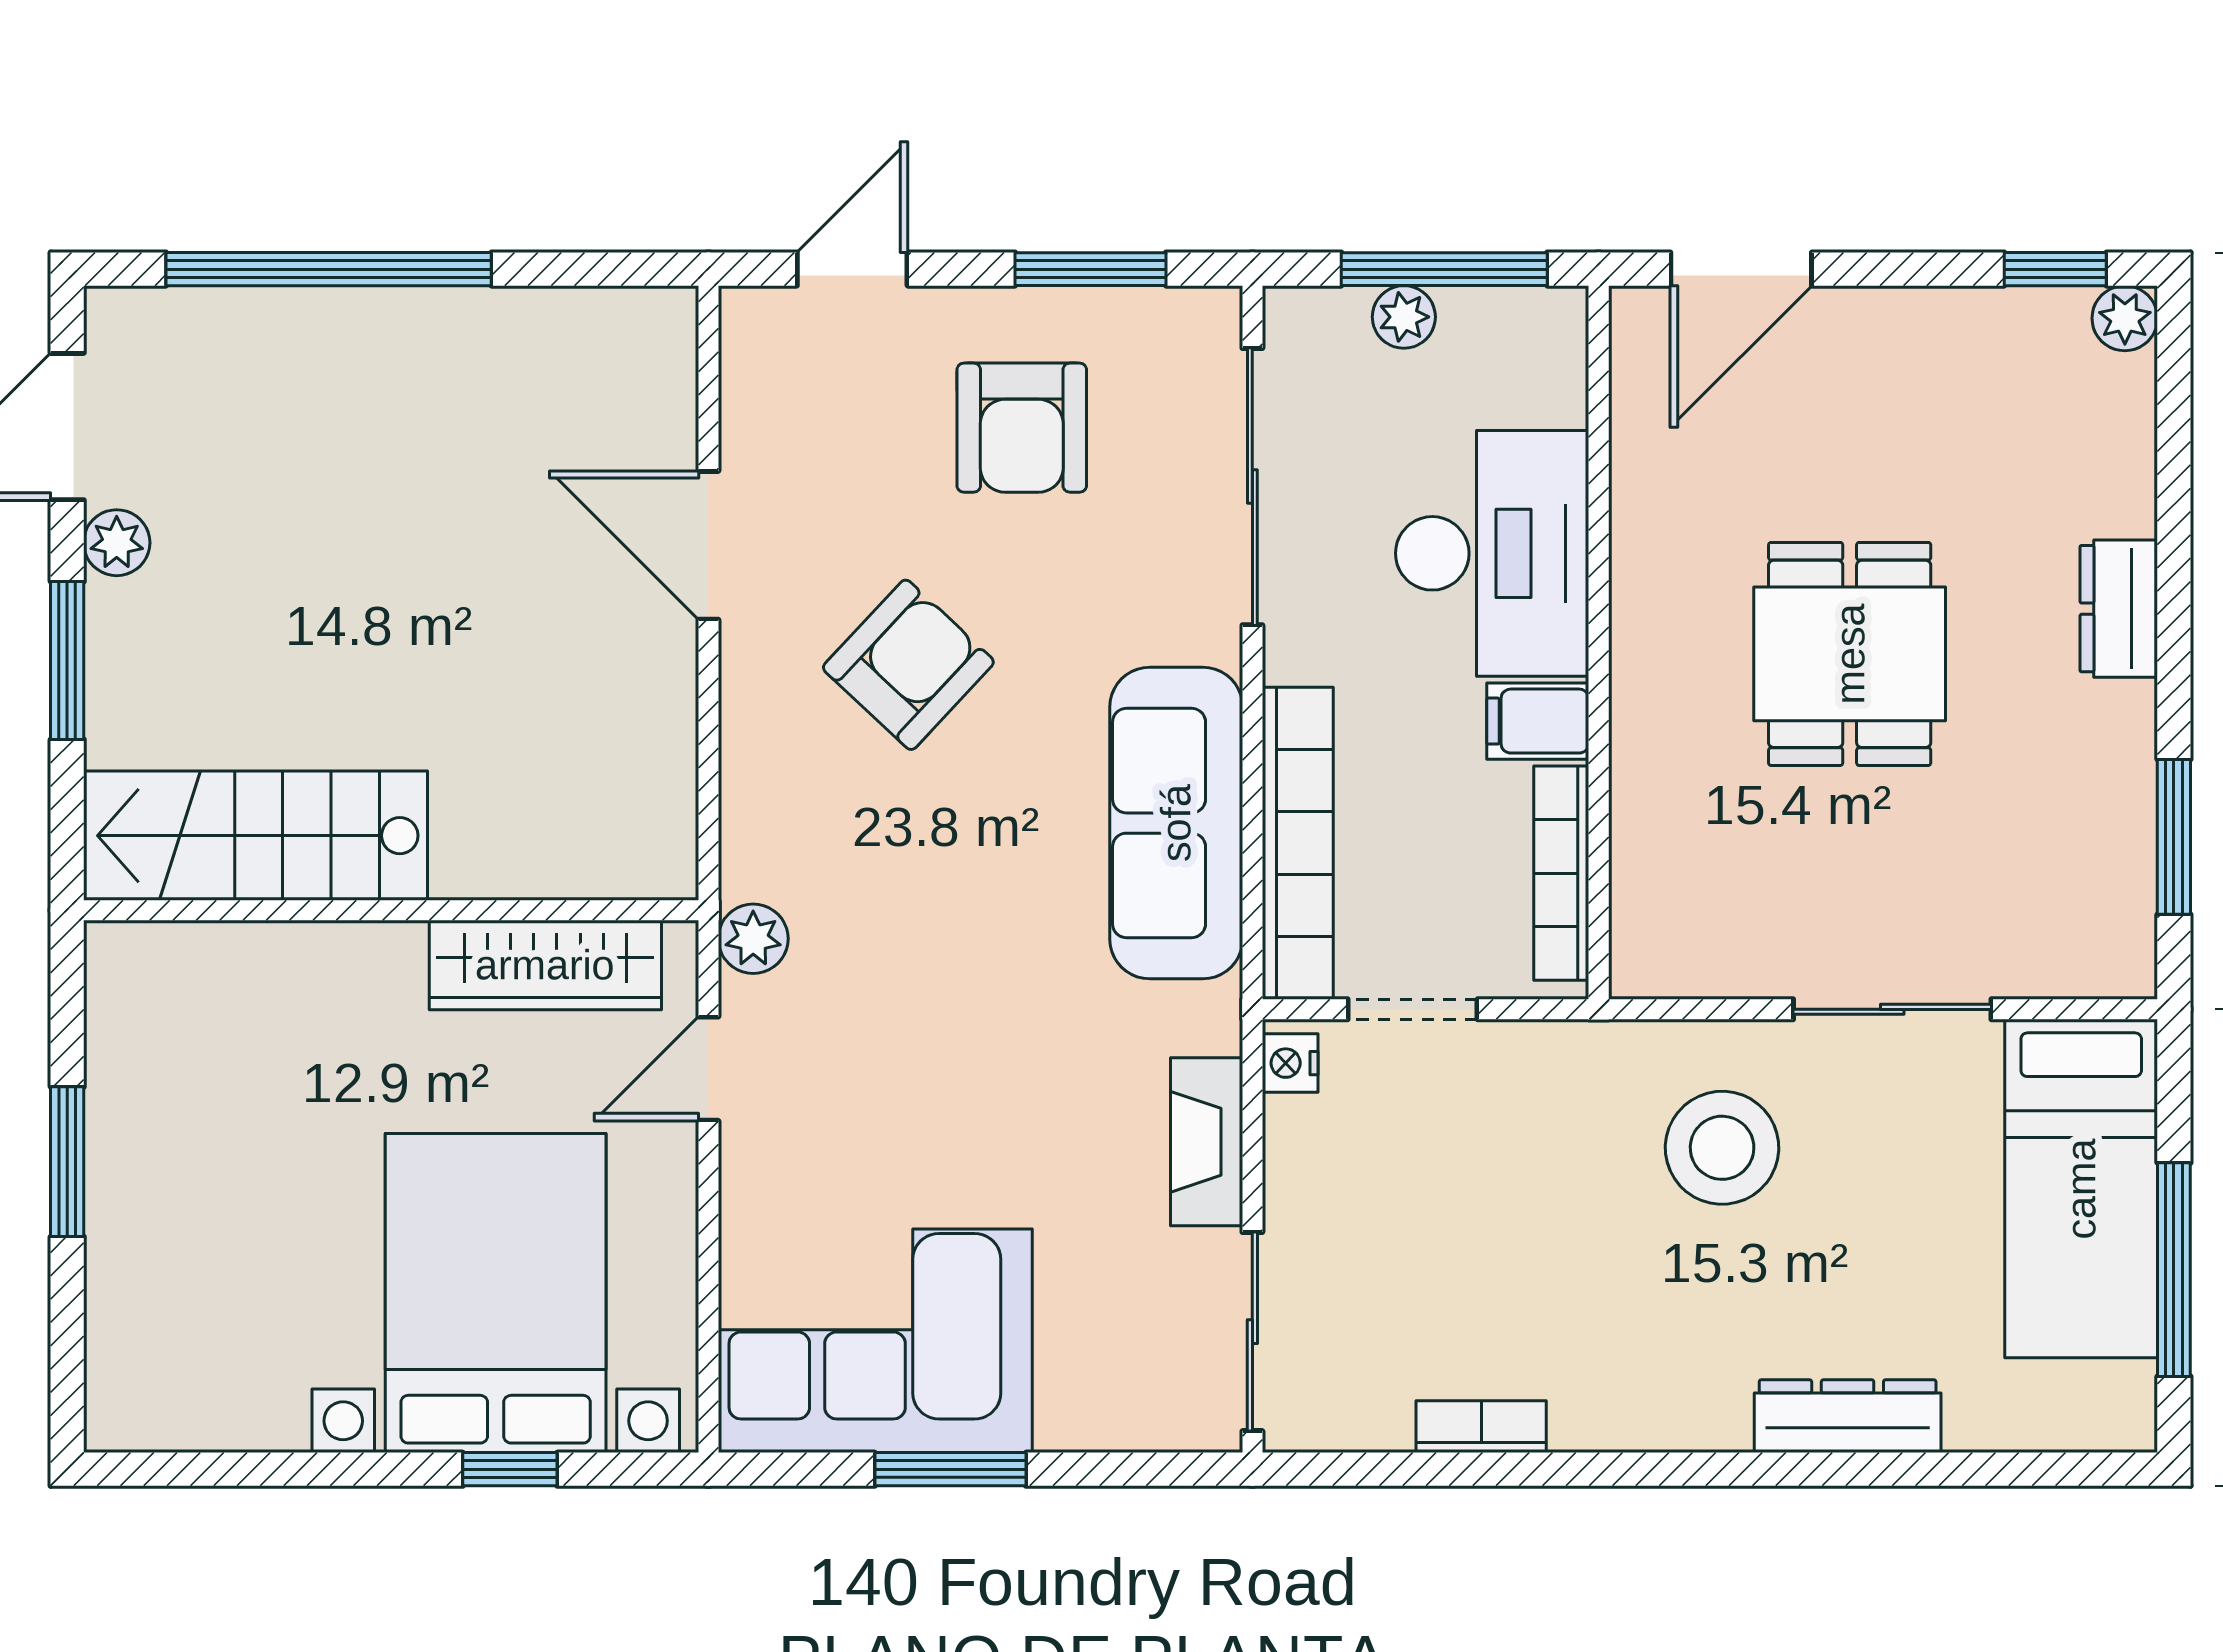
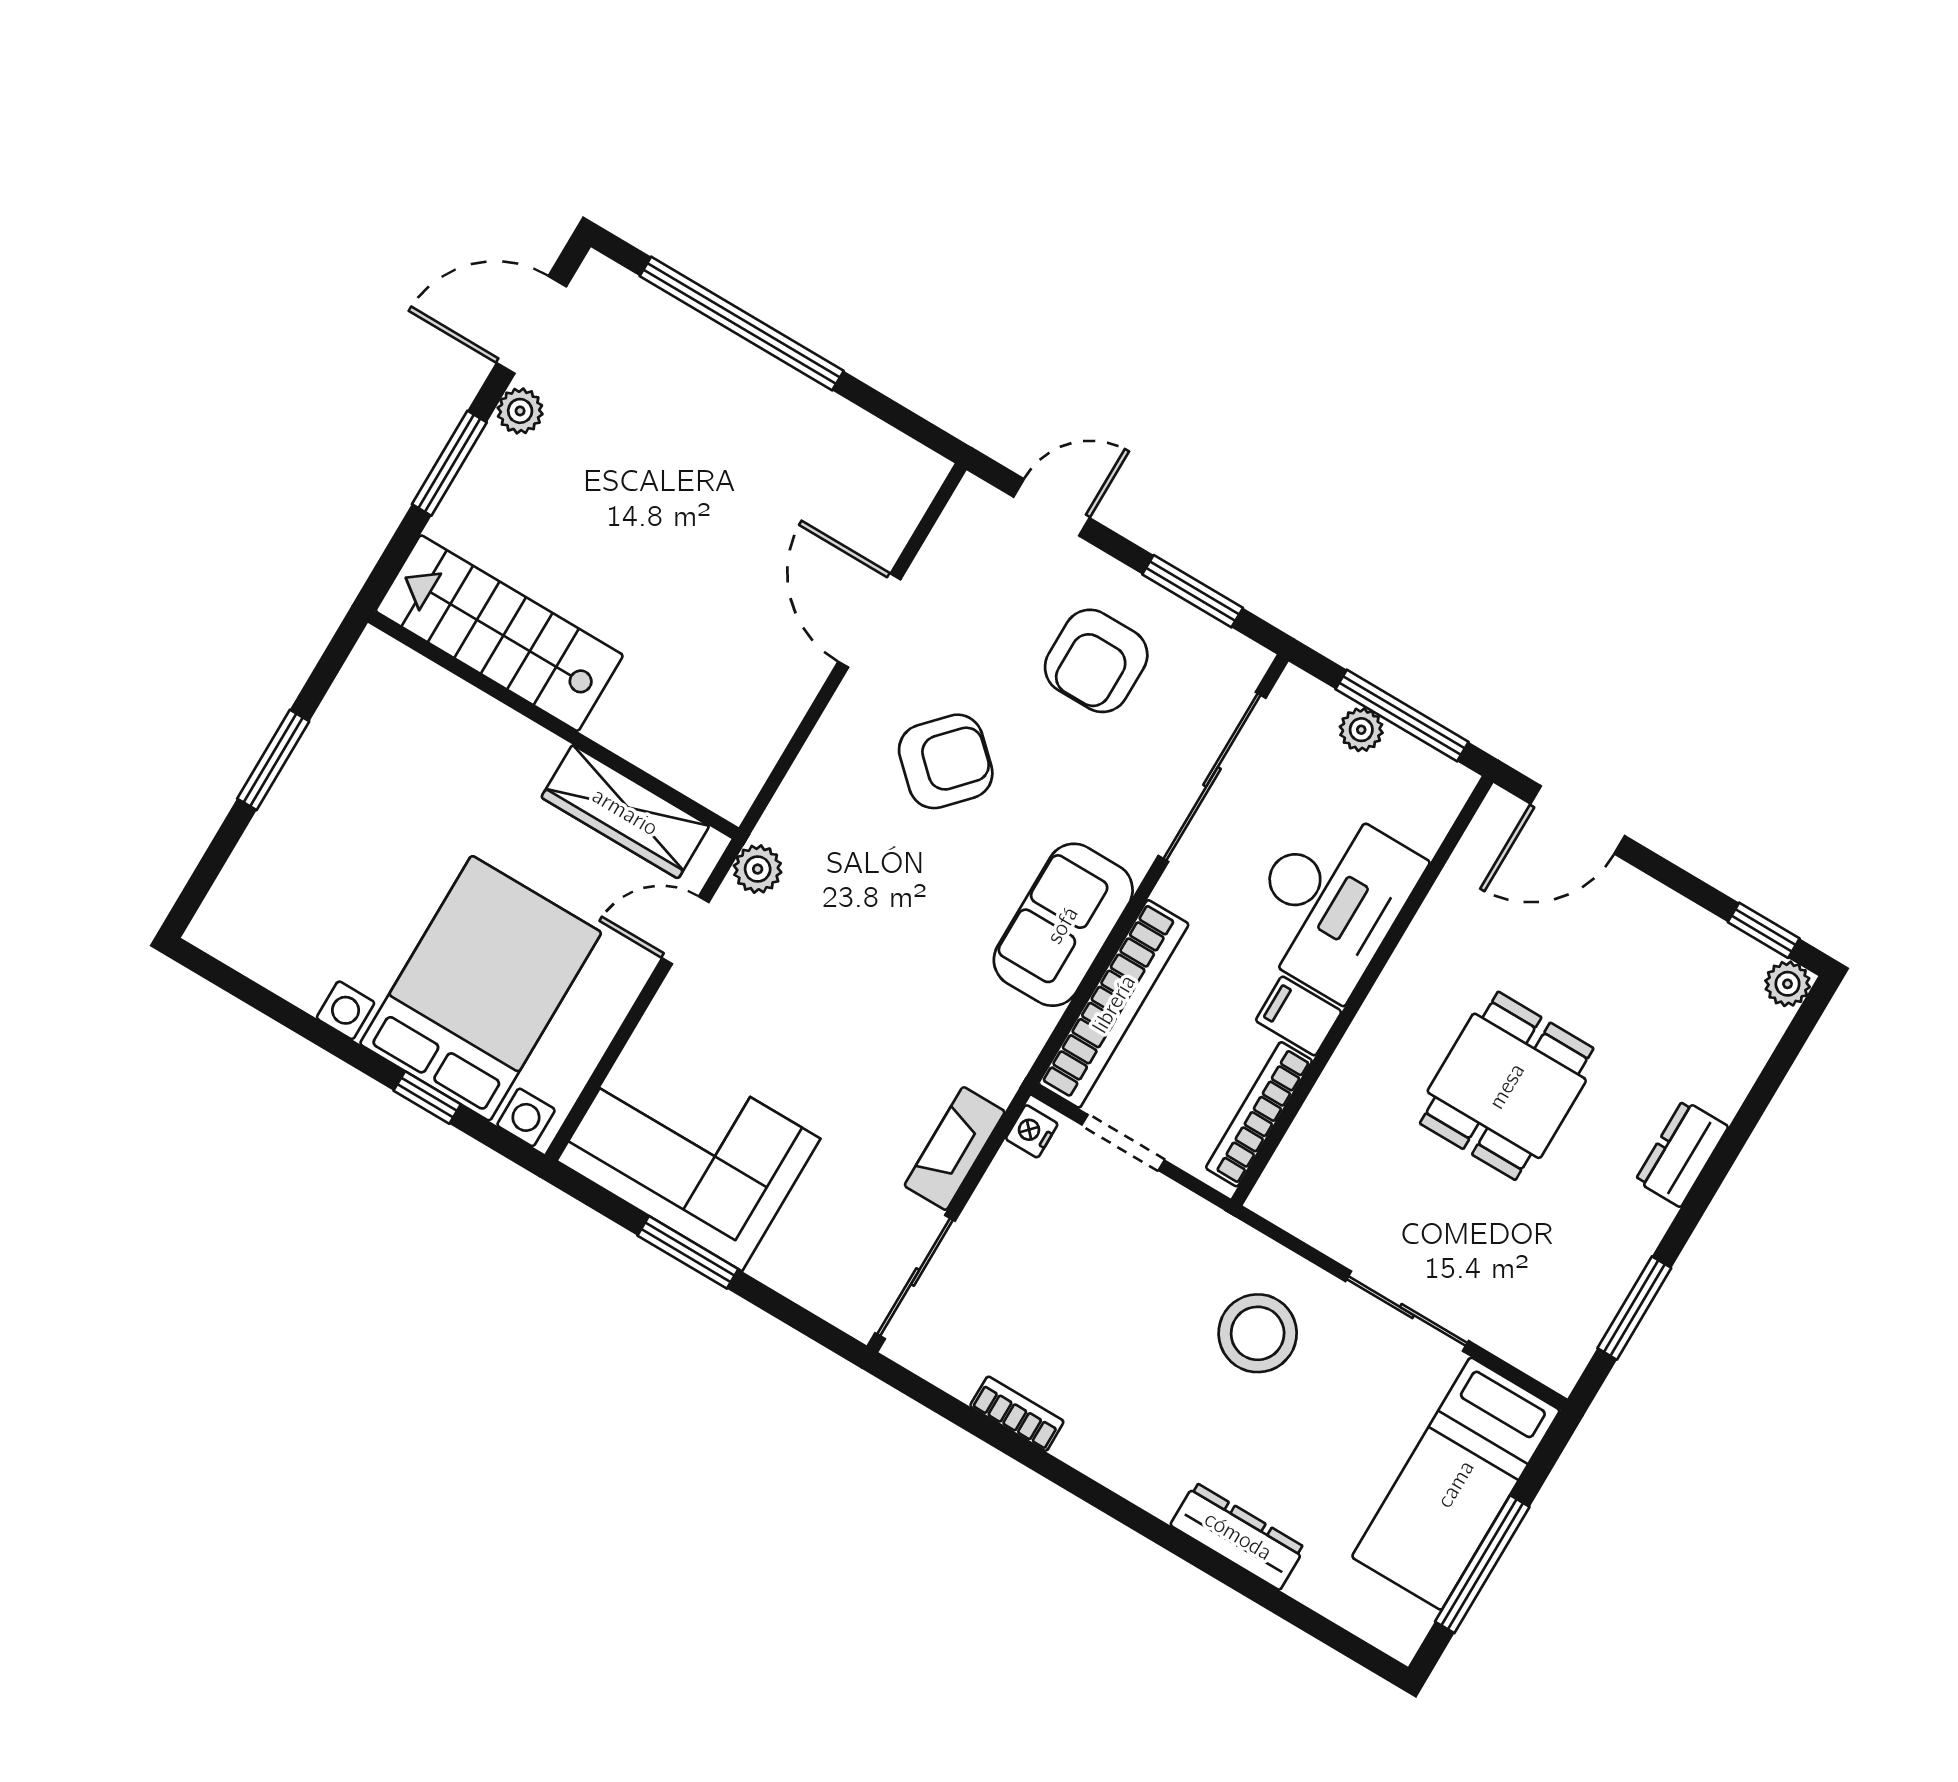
sofa: (1176, 823) -> (1063, 925), width x0.73

